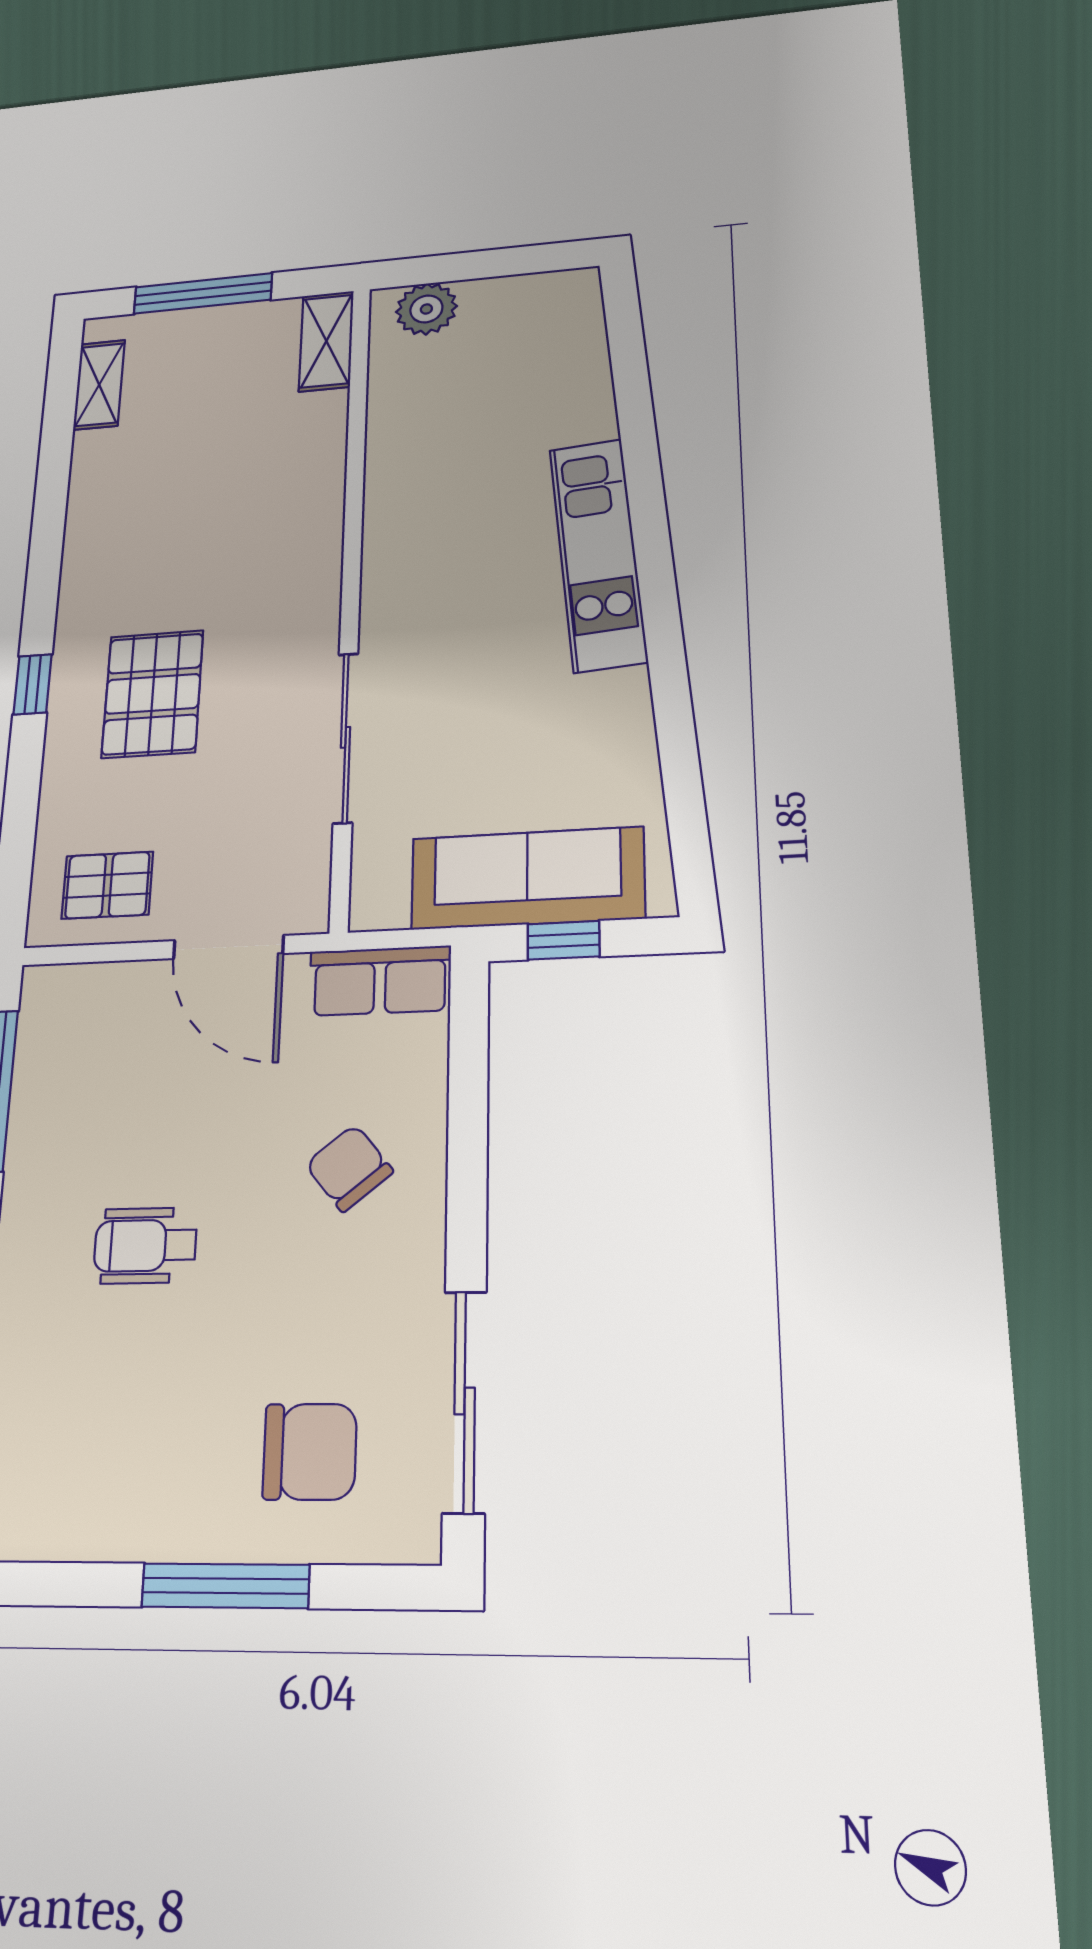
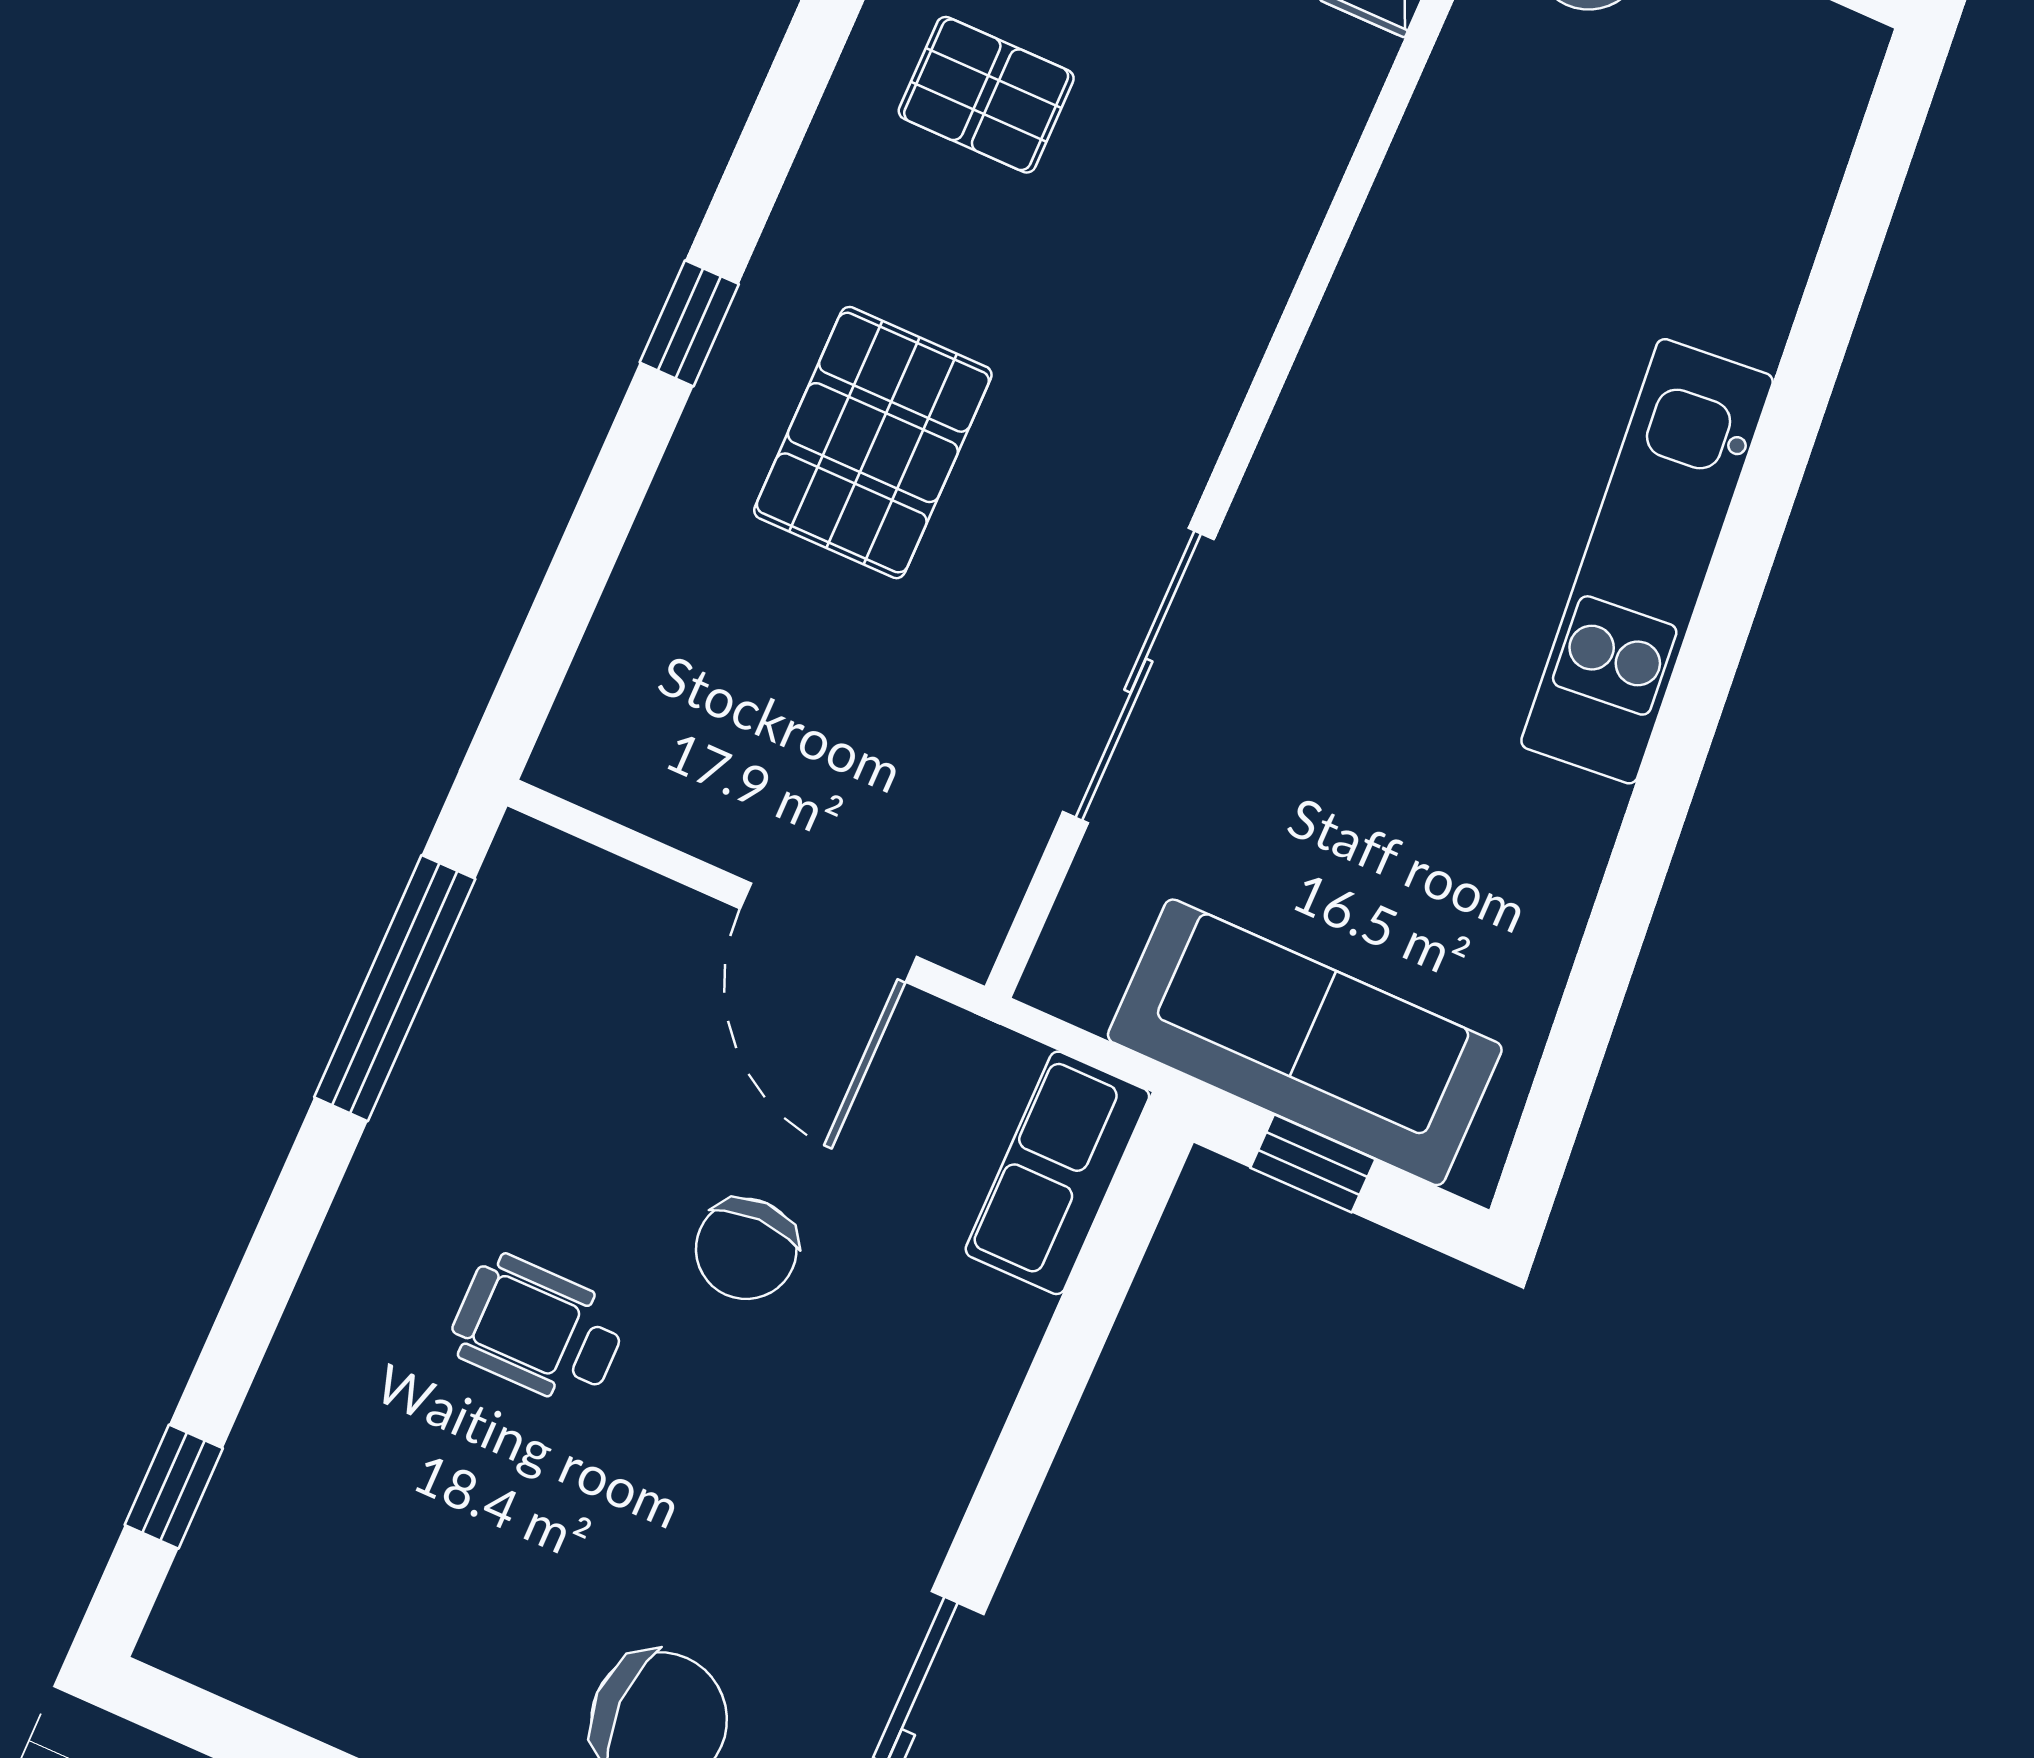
pallet: (107, 885) -> (986, 95), moved
row of seats: (380, 981) -> (1057, 1173), moved, turned 90
chair: (349, 1168) -> (746, 1249), moved, turned -141

